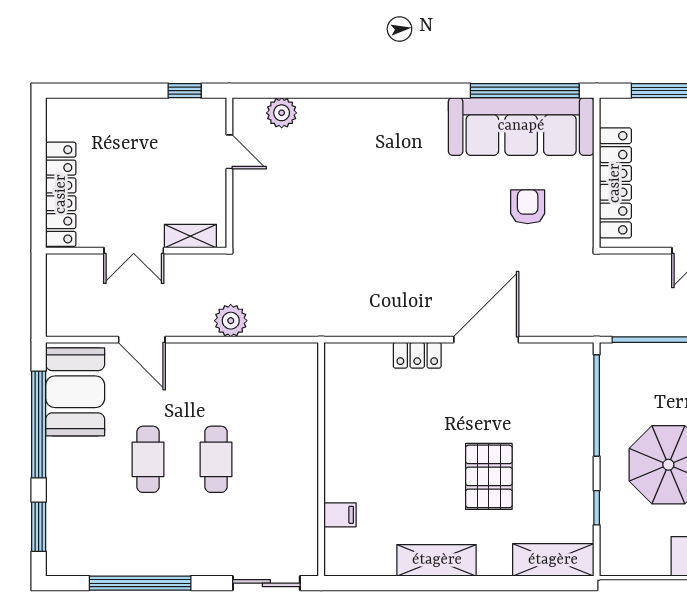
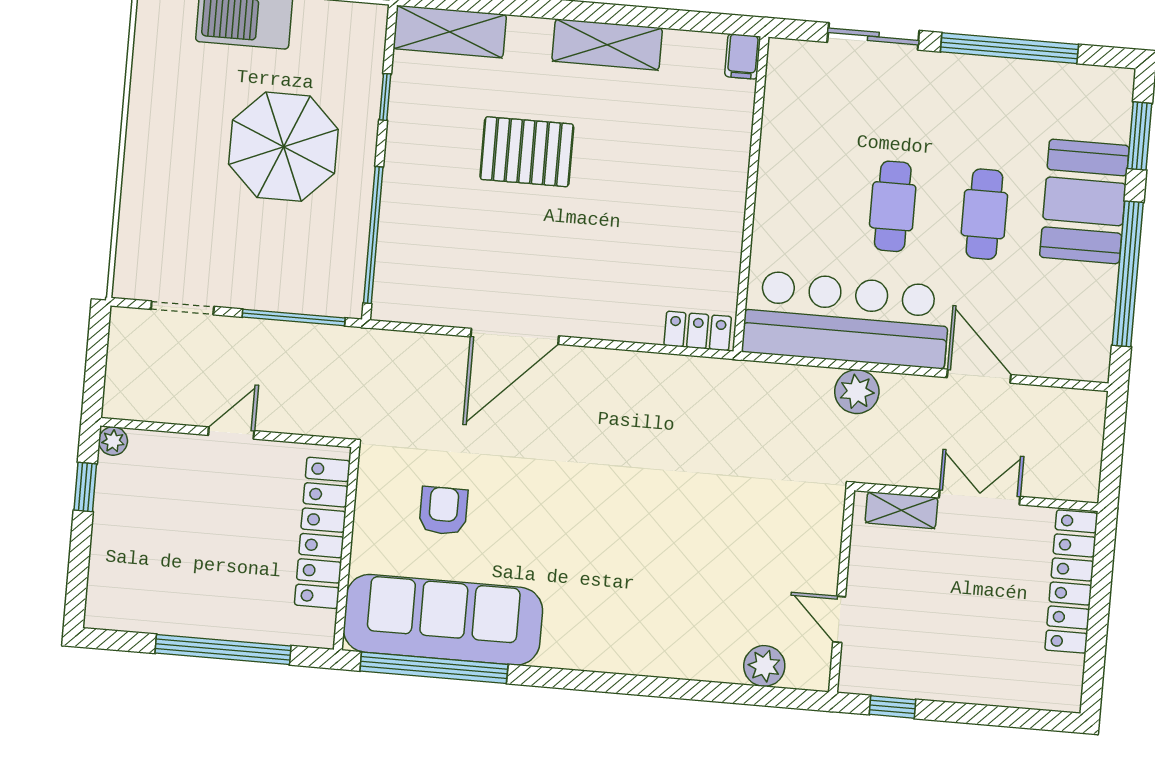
armchair: (528, 207) -> (443, 511), turned 180
locker: (417, 355) -> (698, 331), moved
bar counter: (243, 373) -> (846, 319), added
booth: (75, 392) -> (1084, 201), moved
pallet: (489, 476) -> (527, 152), turned 90
filing cabinet: (340, 515) -> (743, 56), moved, turned -90
sliding door: (266, 583) -> (873, 36), moved

